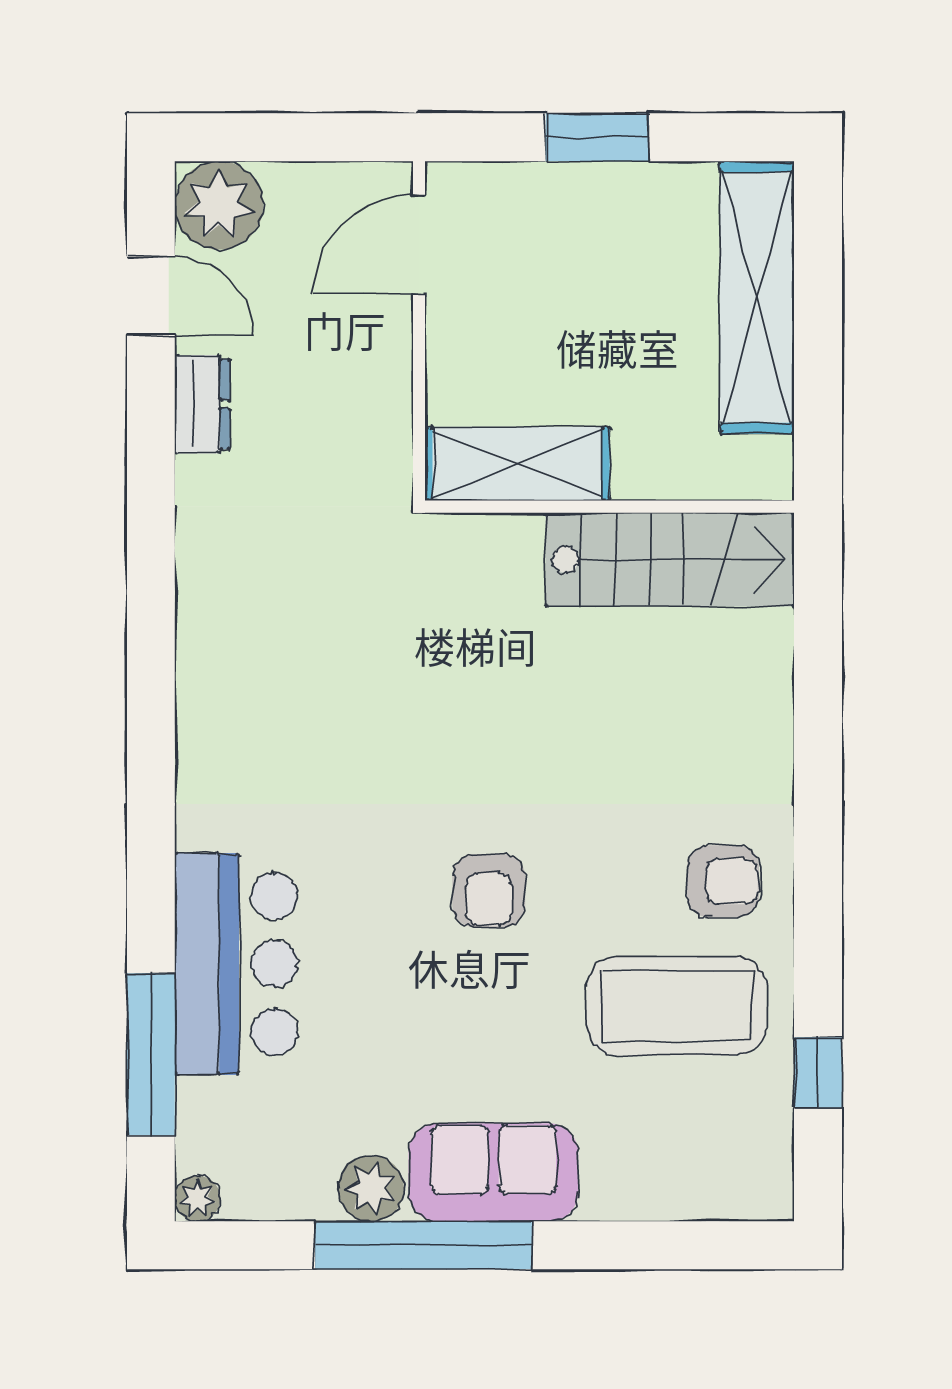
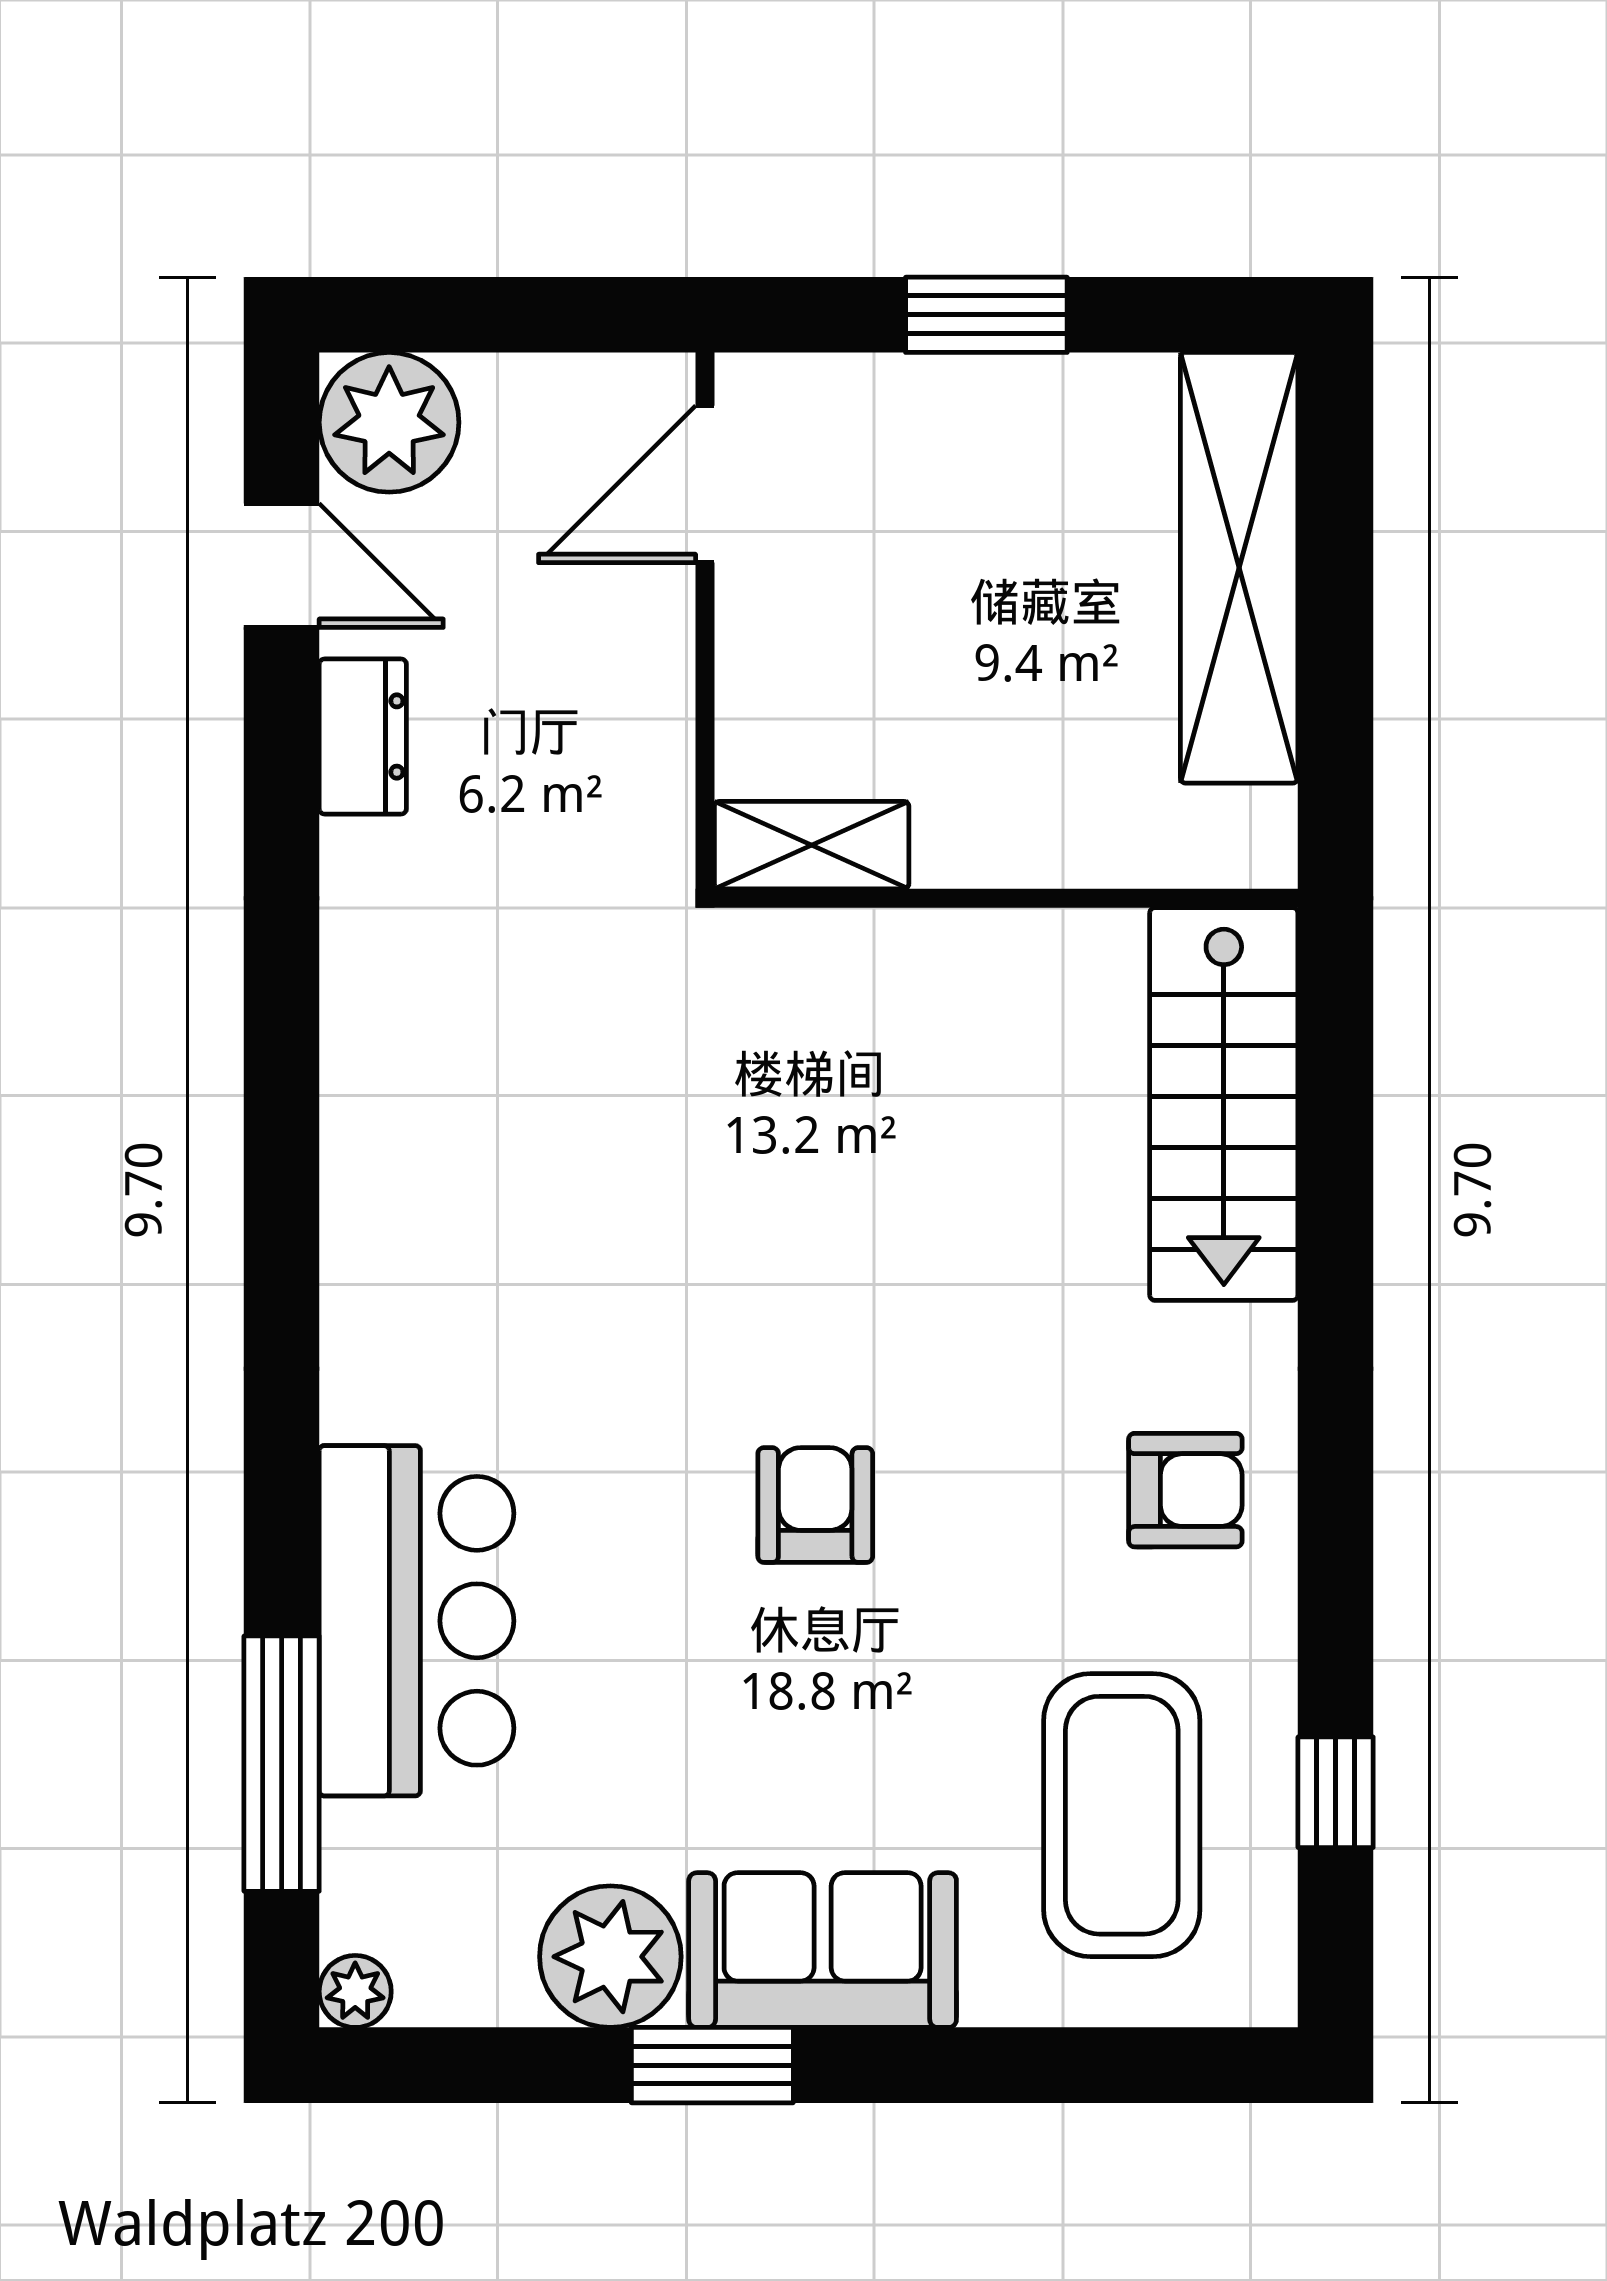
shelving: (517, 464) -> (812, 845), width x0.67, depth x0.75
stairs: (670, 559) -> (1224, 1104), moved, turned 90
armchair: (489, 891) -> (815, 1505), turned 180
coffee table: (677, 1006) -> (1122, 1815), moved, turned 90
plant: (371, 1188) -> (610, 1957), width x1.36, depth x1.36
window: (424, 1245) -> (712, 2065), width x0.47

